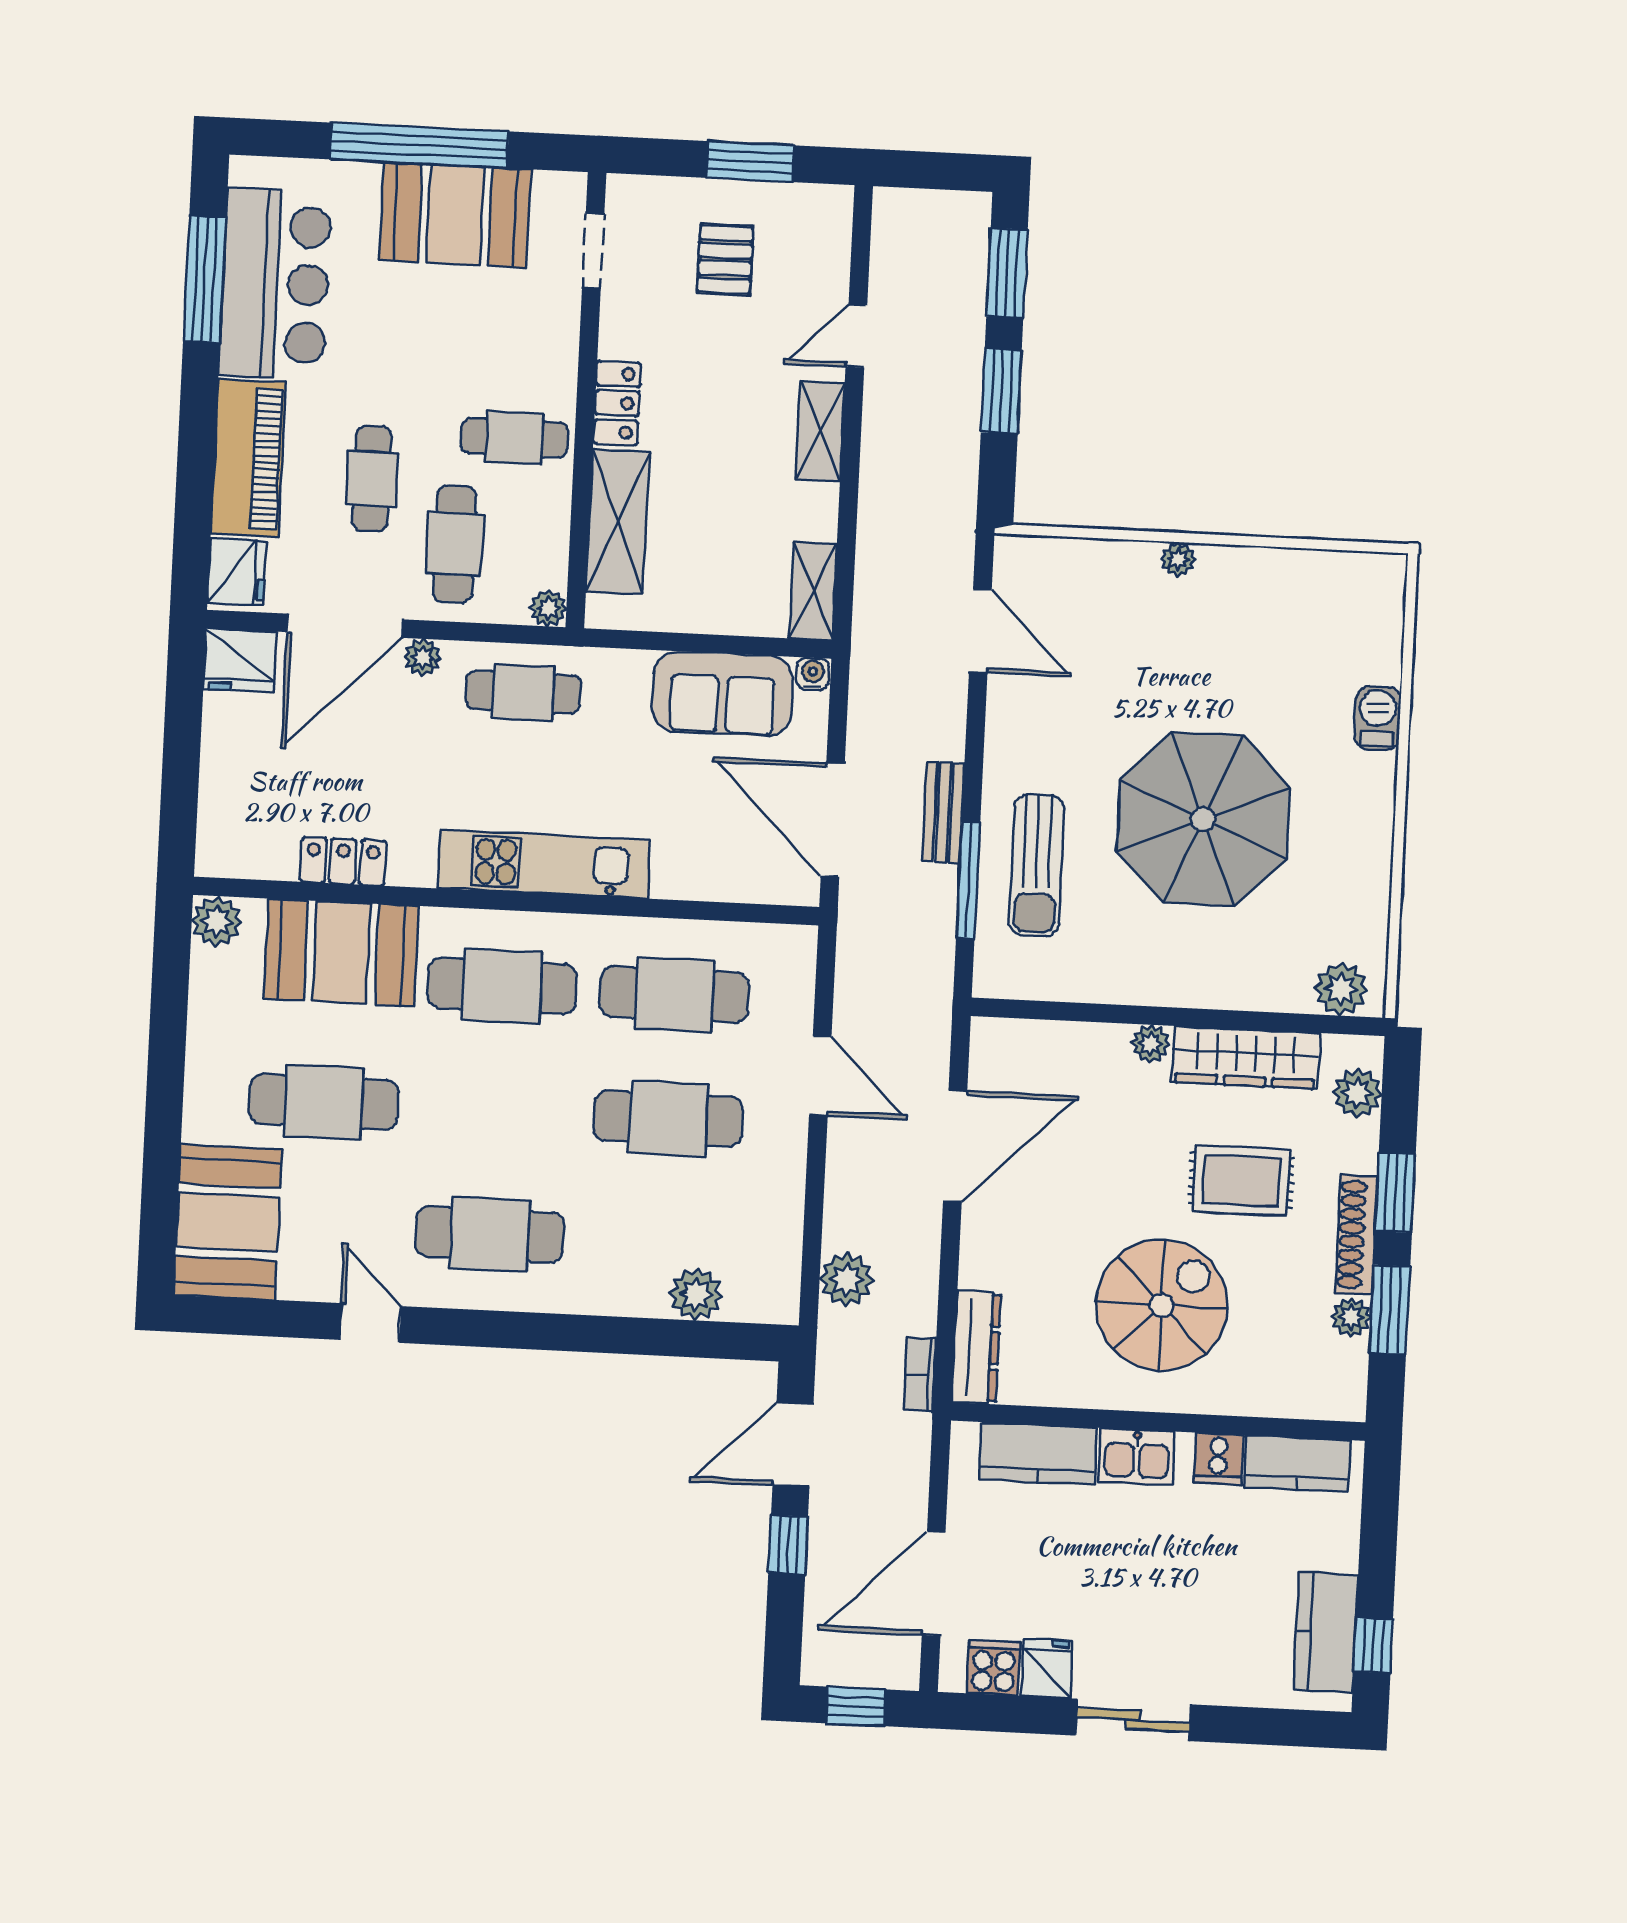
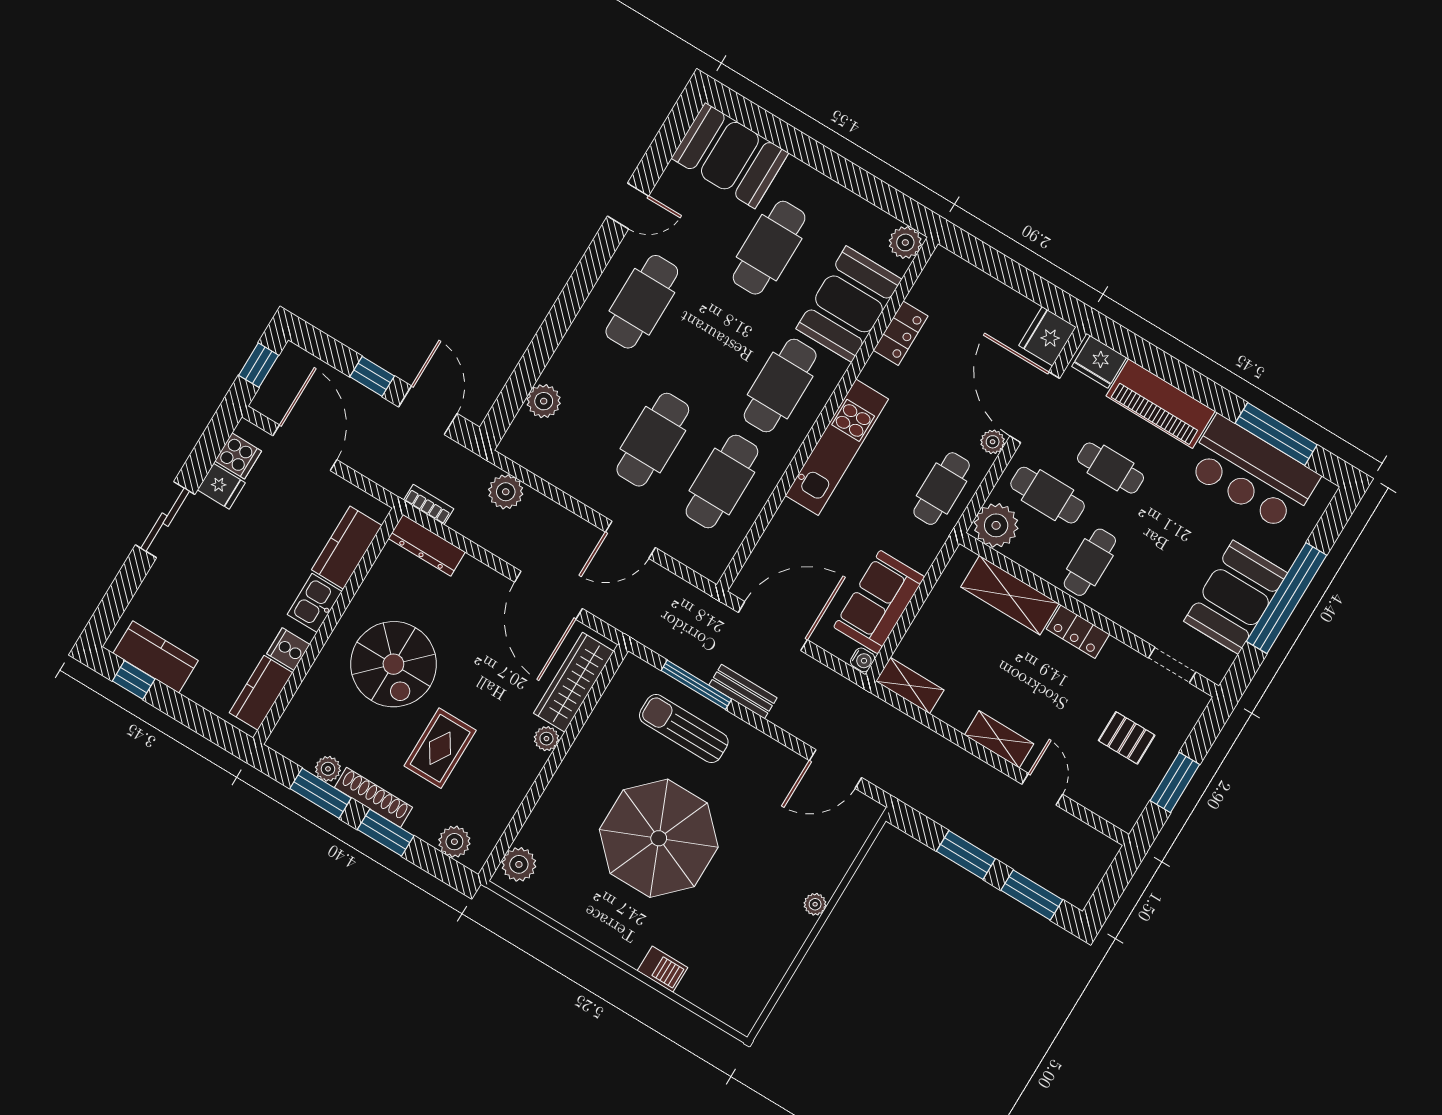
plant: (548, 608) -> (996, 525), width x1.88, depth x1.88
wardrobe: (1246, 1058) -> (574, 682), moved

